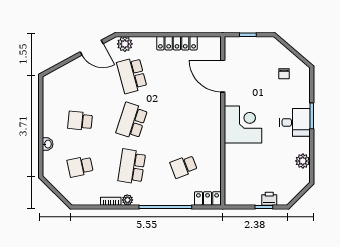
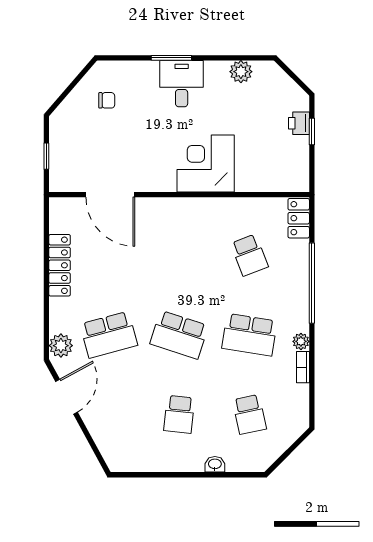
door: (223, 76) -> (110, 195), hinge flipped
corner desk: (243, 125) -> (206, 164), moved

